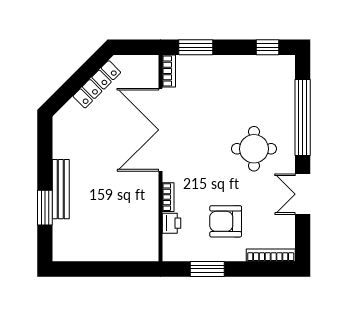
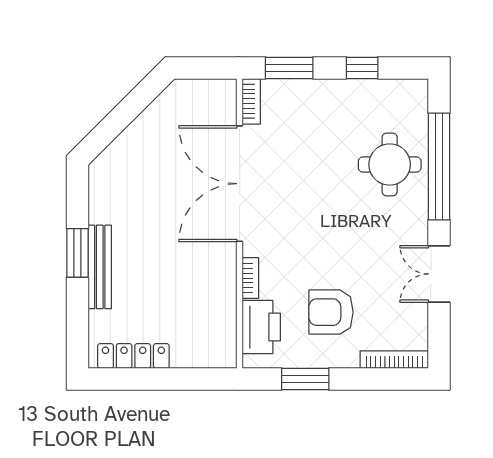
window: (267, 47) -> (362, 68), moved
locker: (97, 84) -> (133, 356), moved, turned -135
round table: (254, 149) -> (390, 164), moved
window: (45, 208) -> (77, 253), moved
printer: (172, 223) -> (261, 327), width x1.87, depth x1.48

